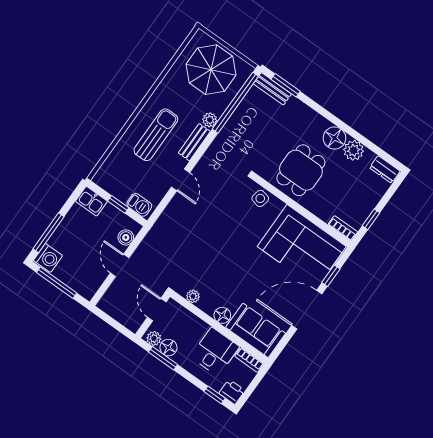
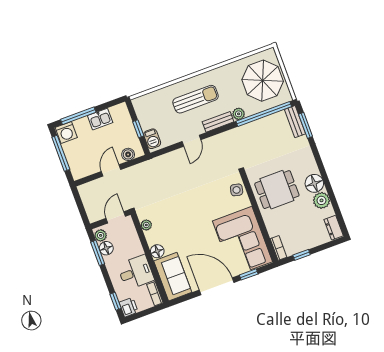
kitchen sink: (91, 201) -> (100, 119), moved, turned -90

